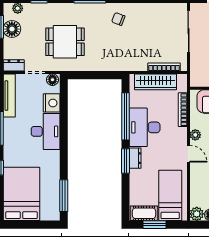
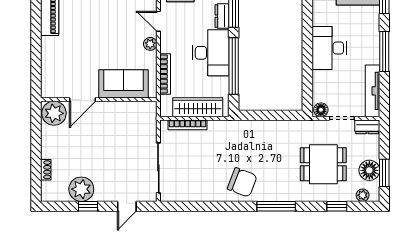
chair: (118, 19) -> (242, 182), width x1.87, depth x1.87
dining table: (65, 42) -> (323, 164), moved
nightstand: (52, 103) -> (322, 82), removed

